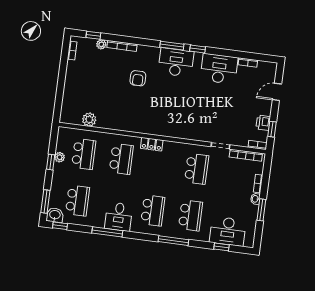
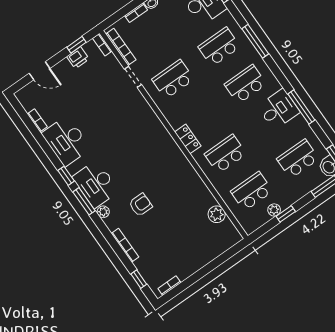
plant: (101, 44) -> (103, 212), moved

